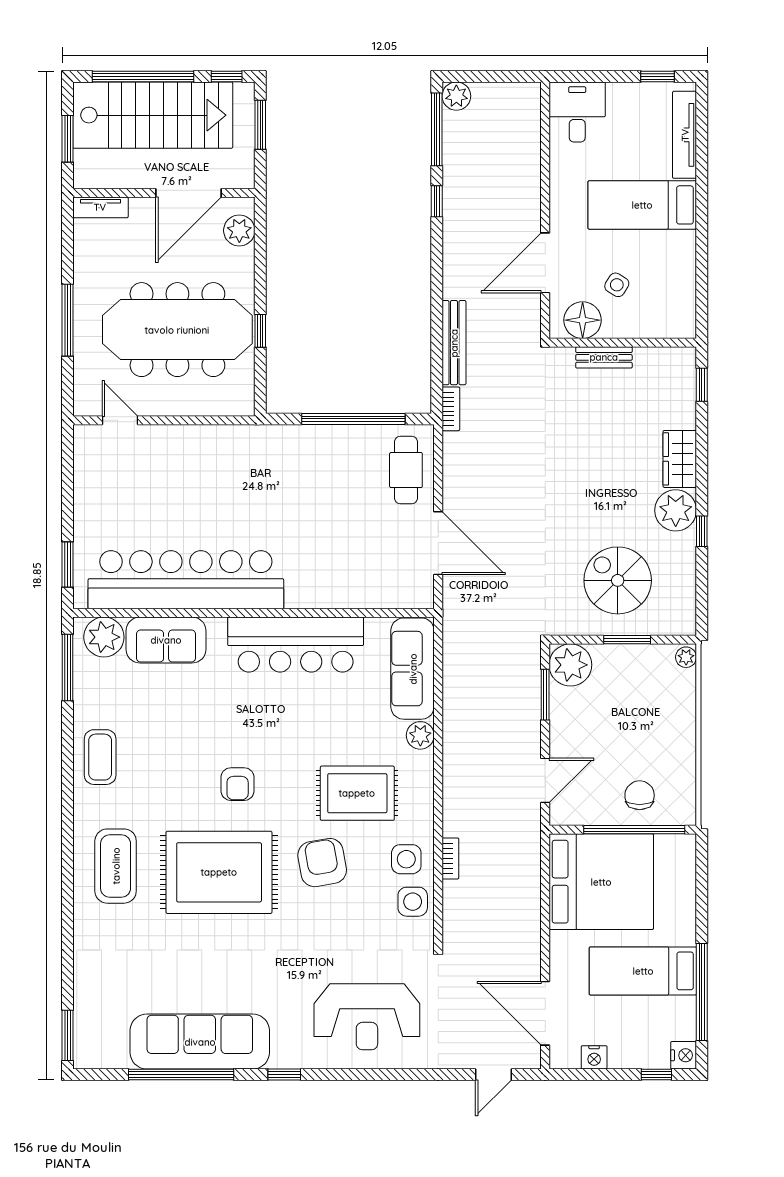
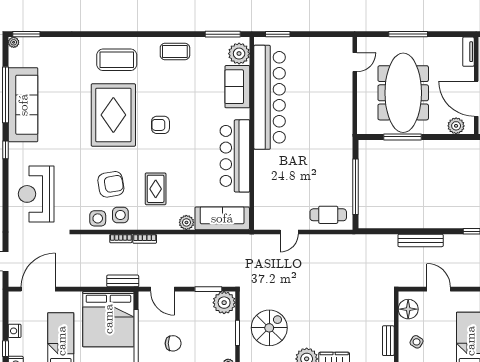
door: (545, 263) -> (439, 289), width x0.73
side table: (617, 285) -> (417, 342), moved
window: (260, 331) -> (402, 137), width x2.17
bench: (454, 343) -> (421, 240), moved
bench: (604, 357) -> (388, 341), moved
bookcase: (451, 409) -> (145, 239), moved
door: (438, 543) -> (289, 232), width x0.53
rug: (357, 793) -> (156, 189), width x0.73, depth x0.70
chair: (640, 795) -> (173, 343), moved
bench: (530, 855) -> (123, 281), added
armchair: (322, 863) -> (111, 184), moved
nightstand: (594, 1057) -> (15, 331), moved
plant: (83, 1059) -> (14, 42), added

